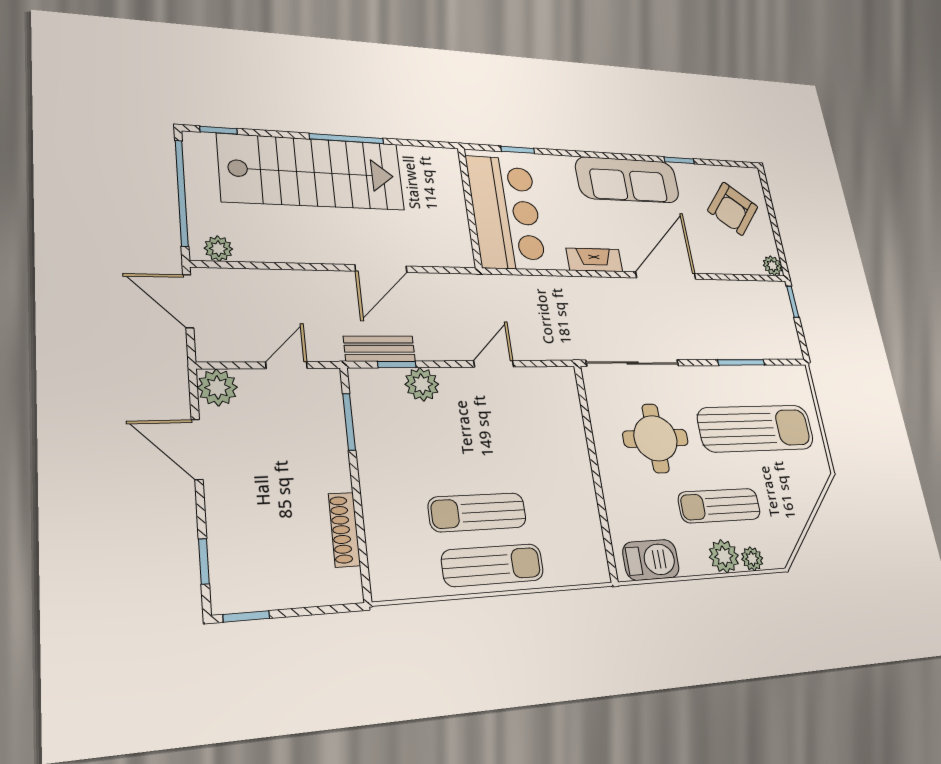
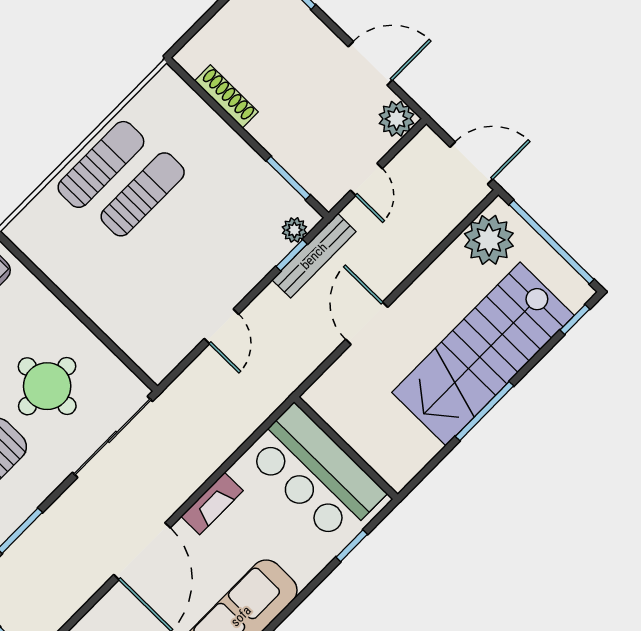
plant: (218, 249) -> (489, 240), width x1.88, depth x1.88
bench: (379, 349) -> (314, 256), width x1.36
plant: (422, 384) -> (294, 230), moved, width x0.73, depth x0.73
sun lounger: (493, 565) -> (101, 164), turned 180

